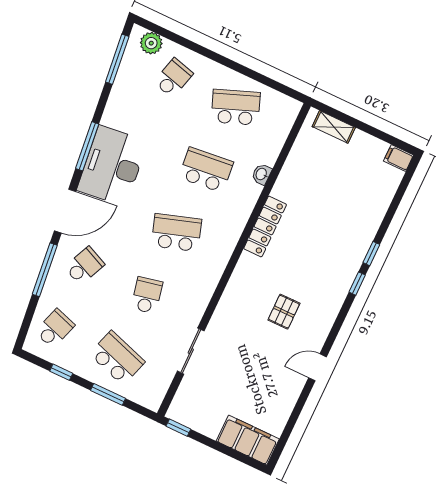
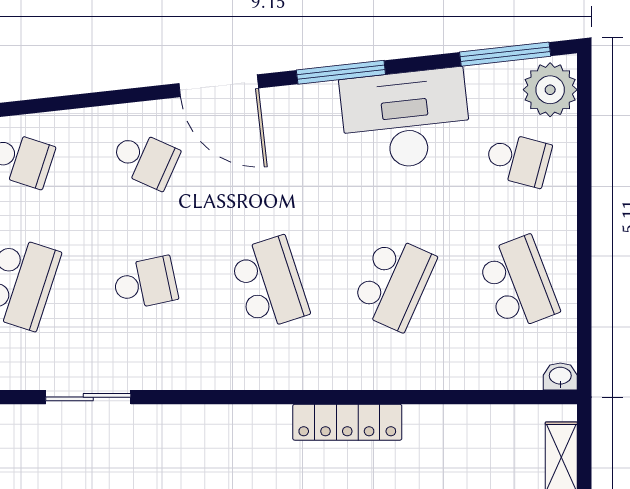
plant: (151, 43) -> (550, 90), width x1.36, depth x1.36
desk: (112, 166) -> (406, 119), moved
school desk: (206, 170) -> (394, 283), turned 30
washbasin: (262, 174) -> (560, 376), moved
window: (45, 270) -> (108, 98), removed

